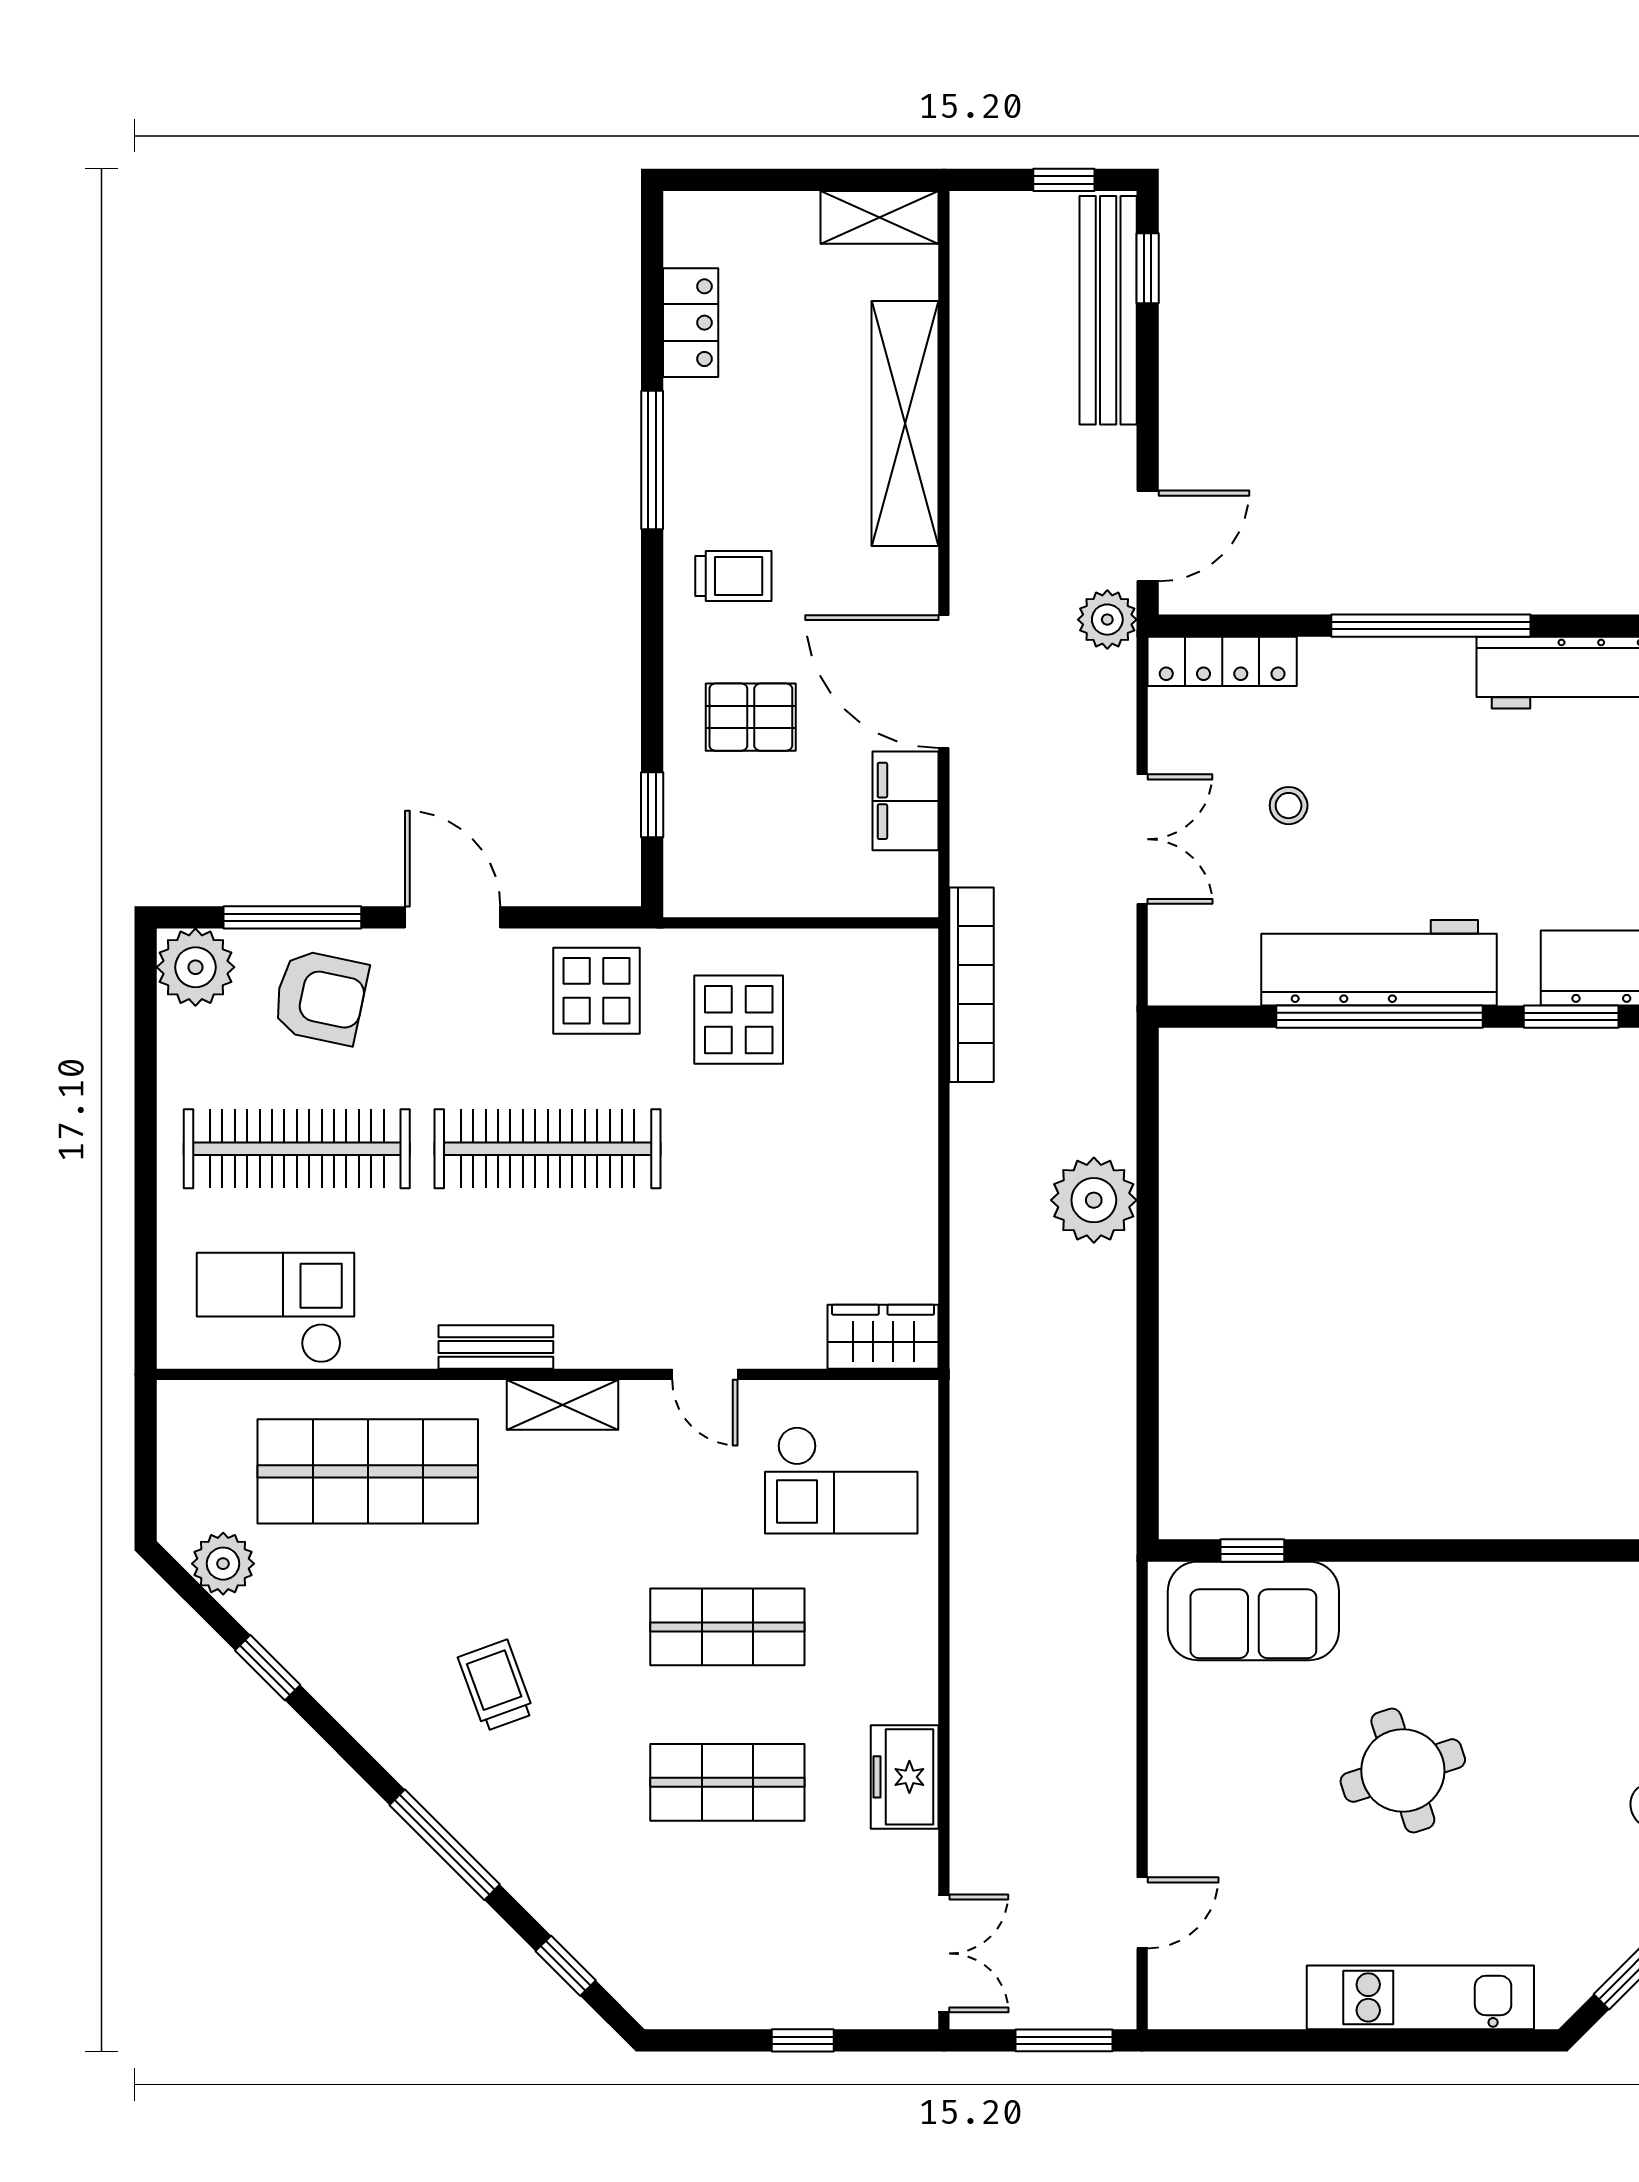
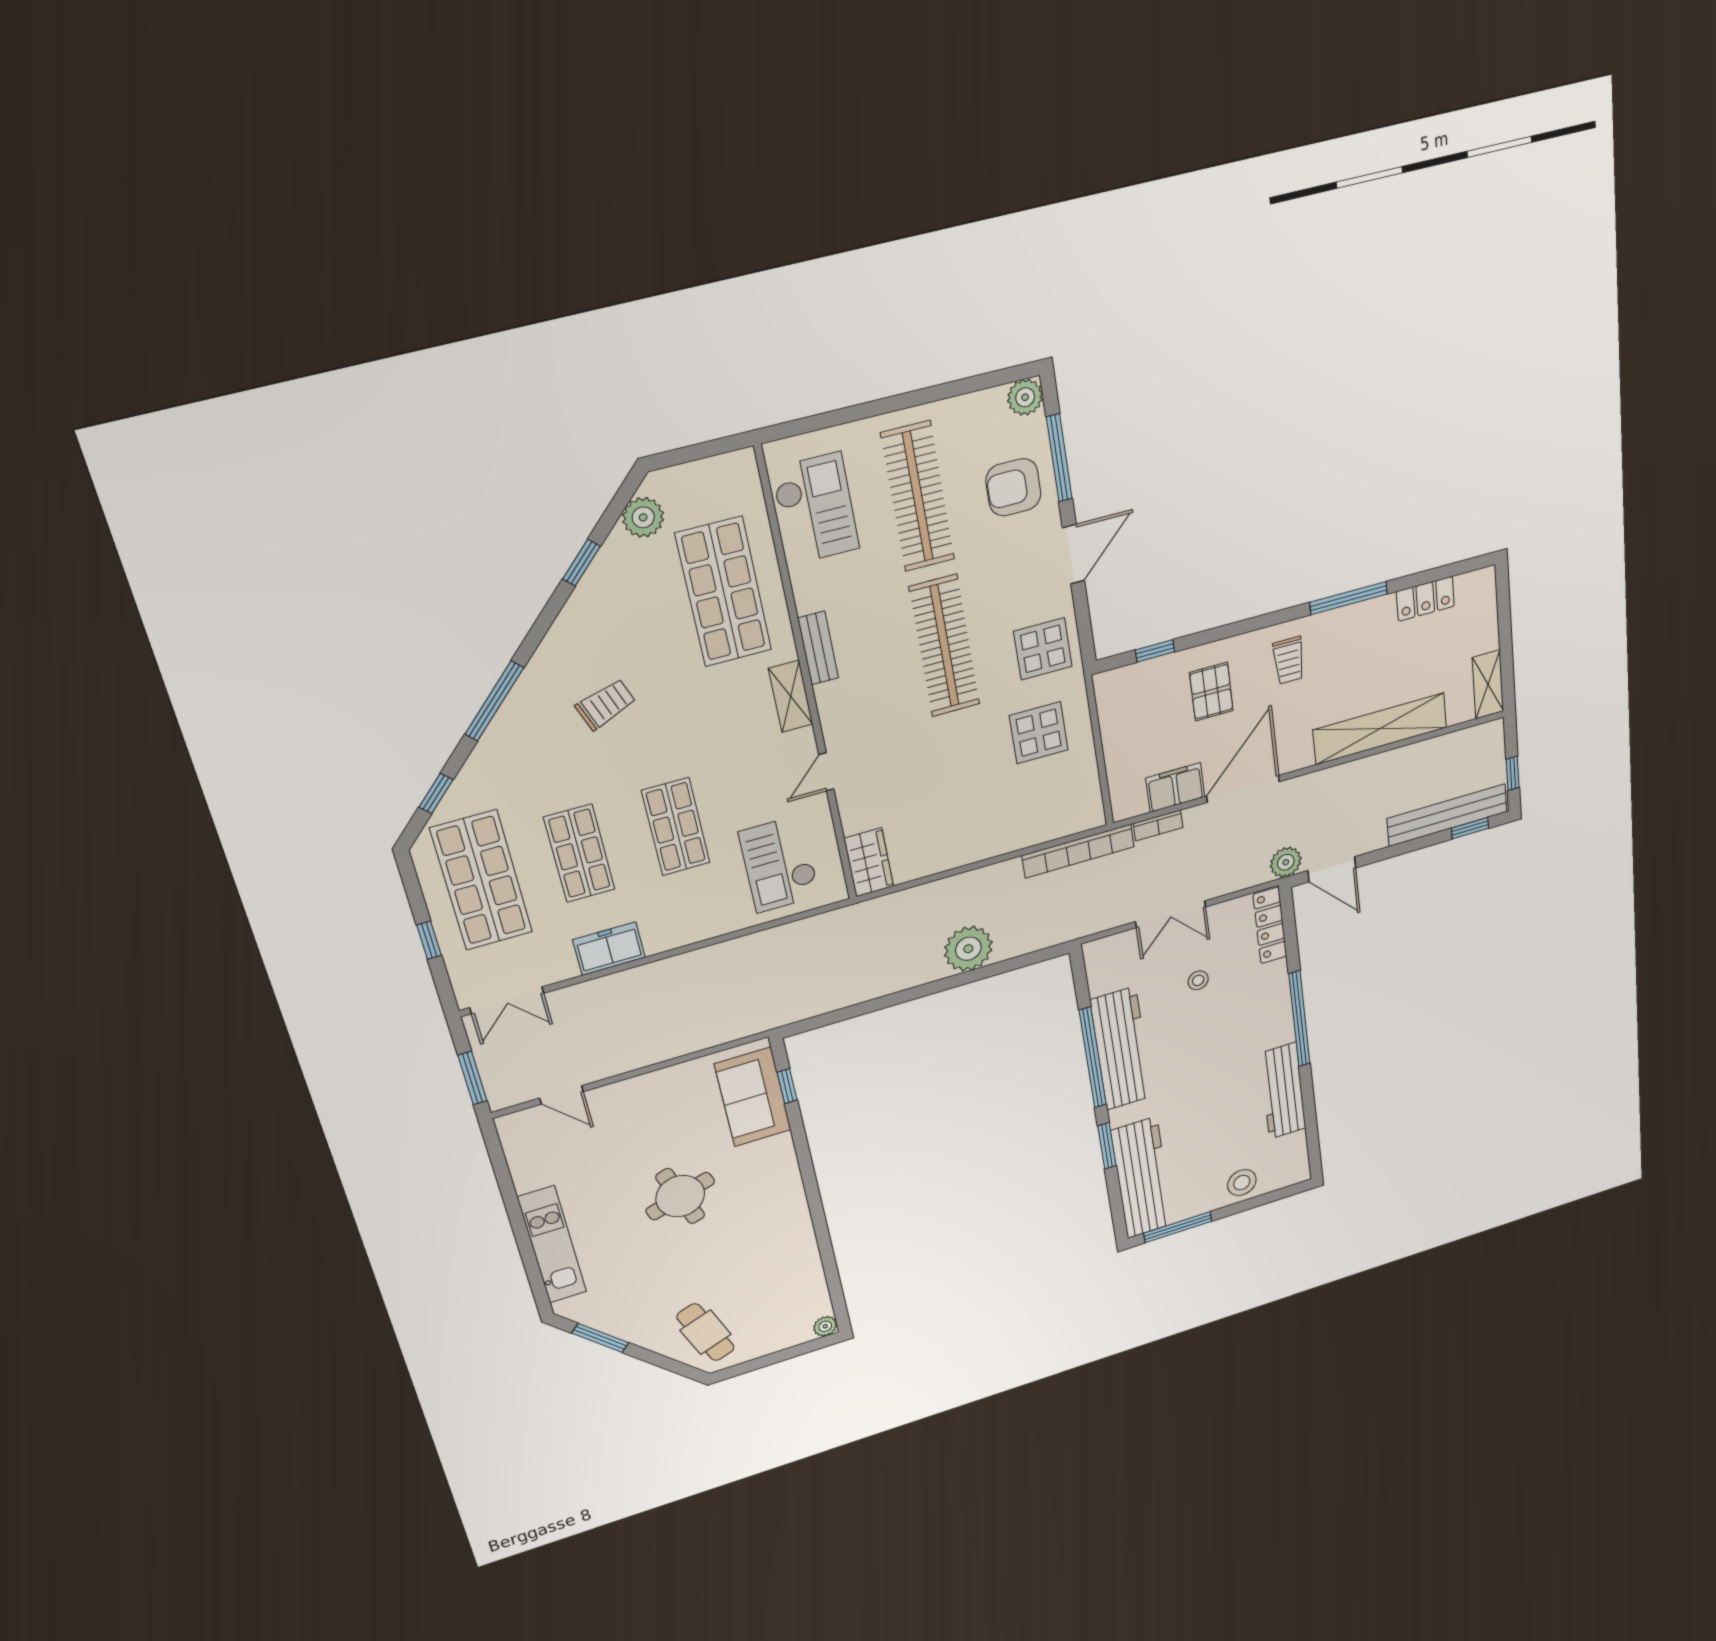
bookcase: (967, 840) -> (1158, 825), added
plant: (195, 967) -> (1025, 397), width x0.73, depth x0.73
armchair: (320, 997) -> (1013, 487), turned 78
shop shelf: (727, 1938) -> (481, 880), added

